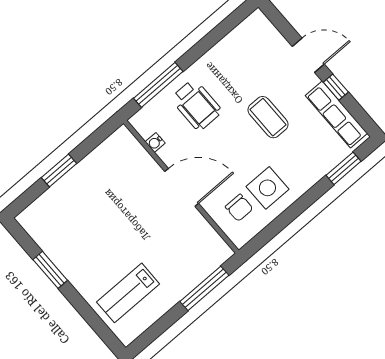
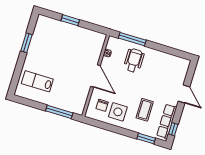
window: (336, 87) -> (173, 129), moved
wheelchair: (196, 105) -> (134, 60), turned 180
coffee table: (268, 117) -> (145, 110), moved

